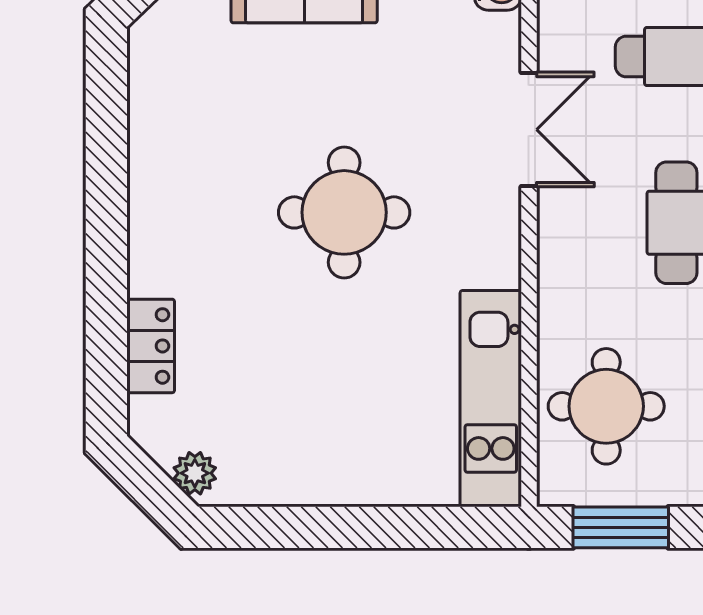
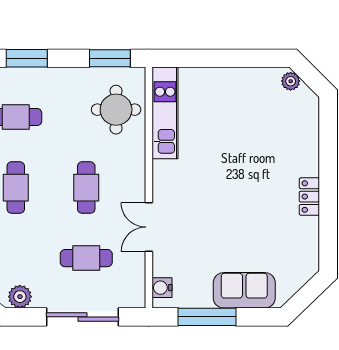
round table: (344, 212) -> (227, 192), removed
locker: (151, 346) -> (309, 197), moved

